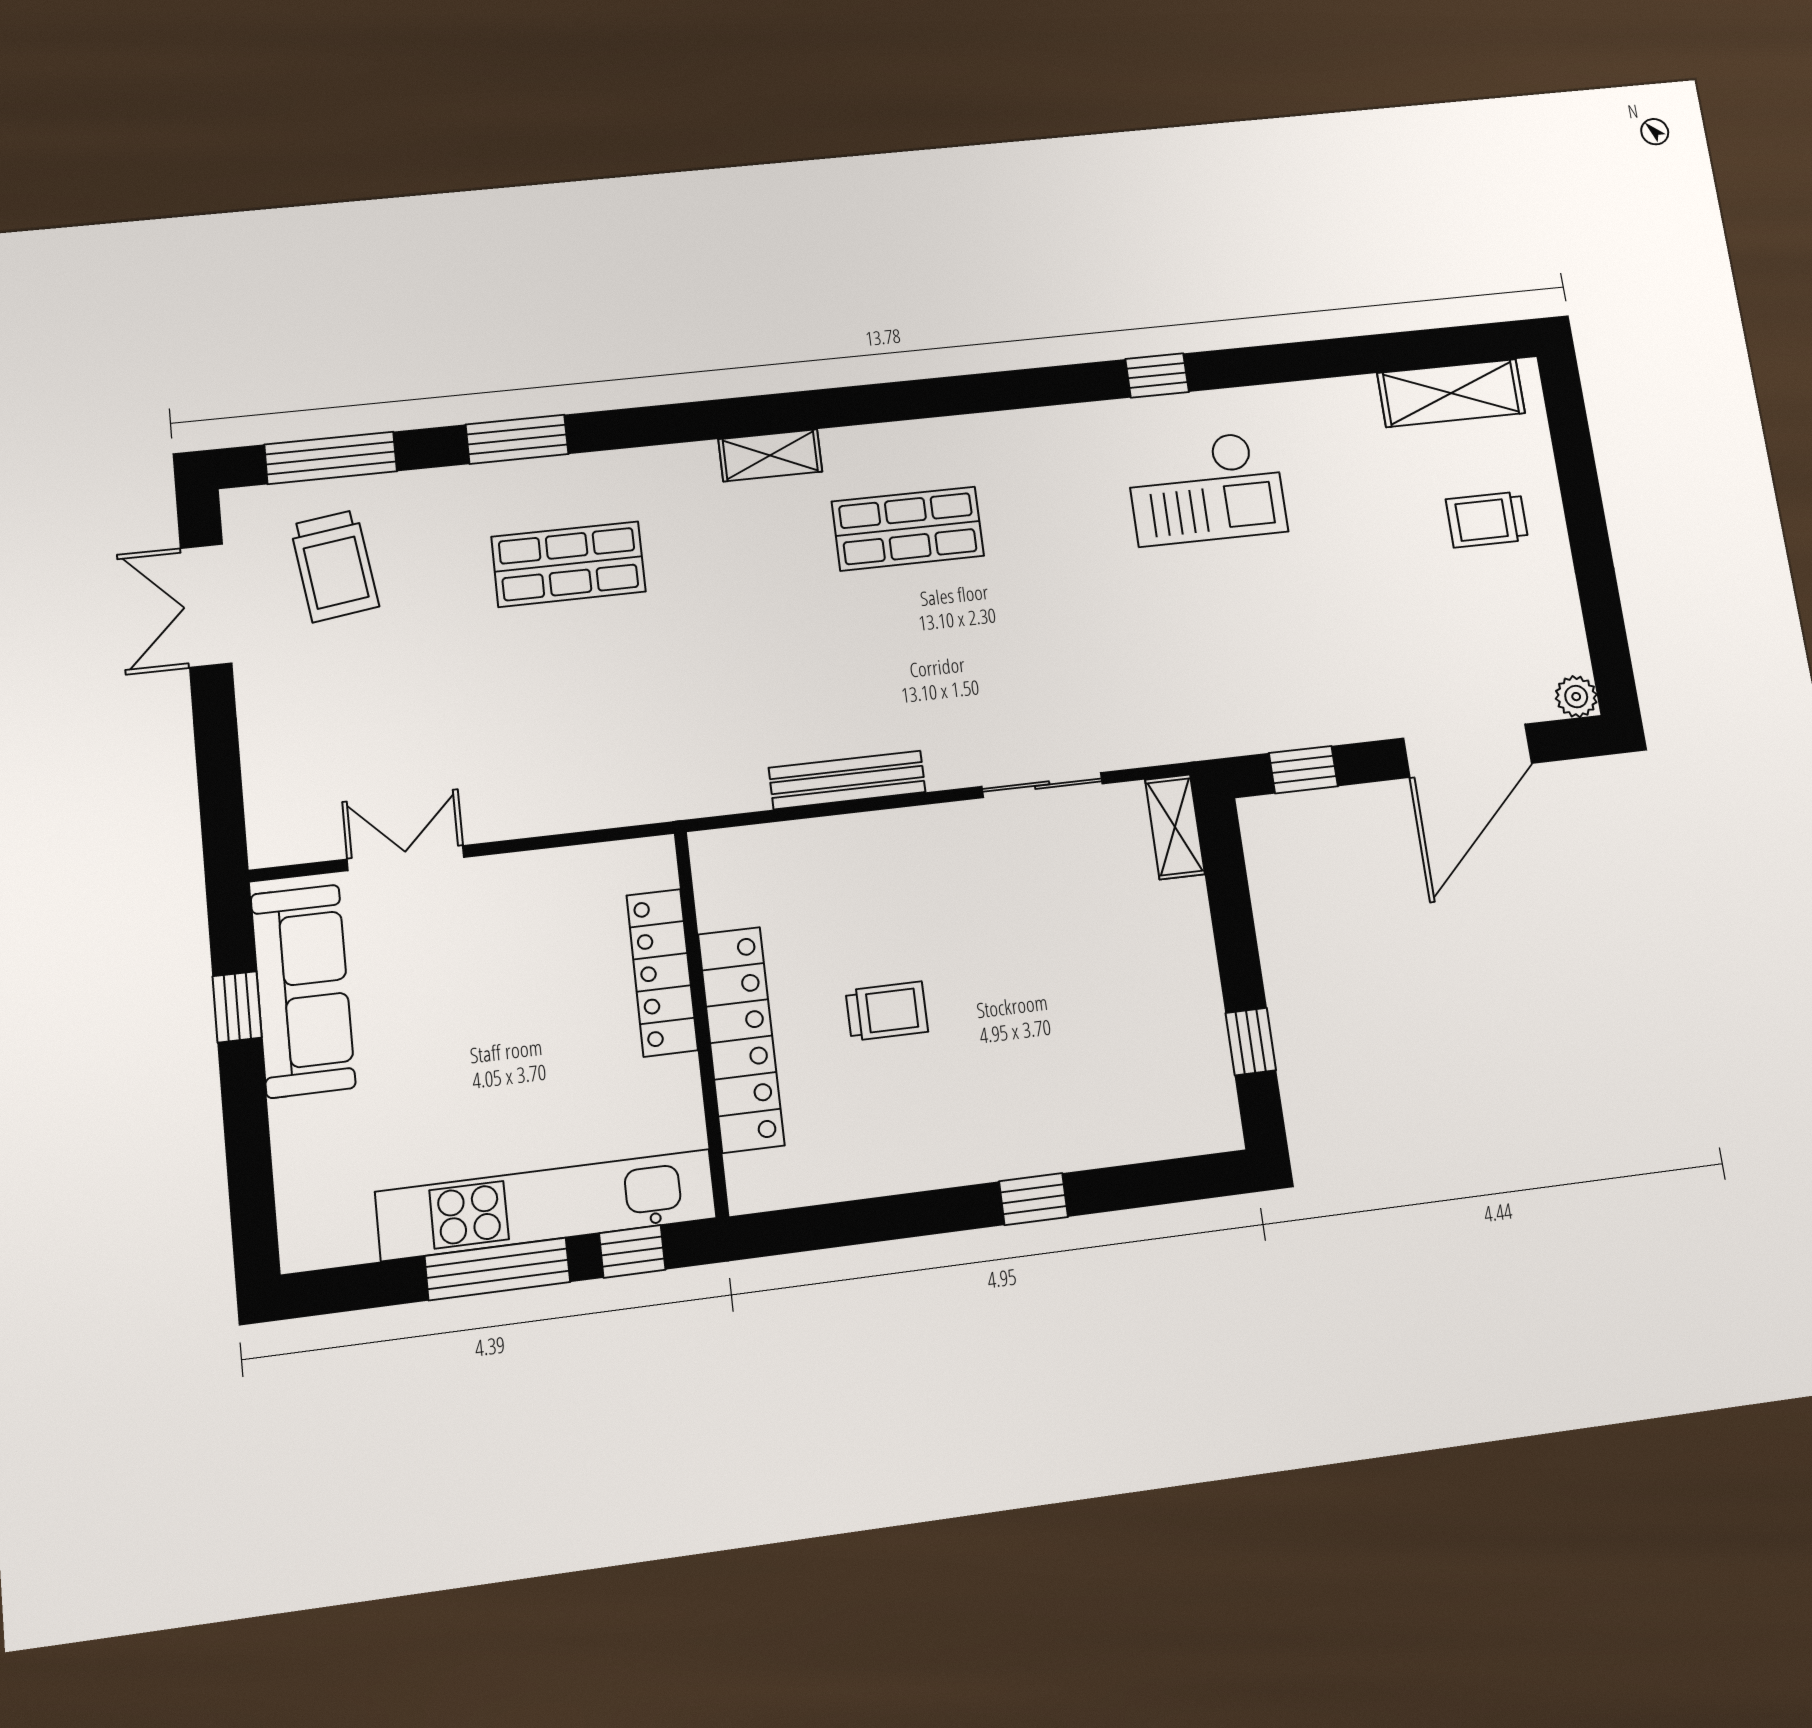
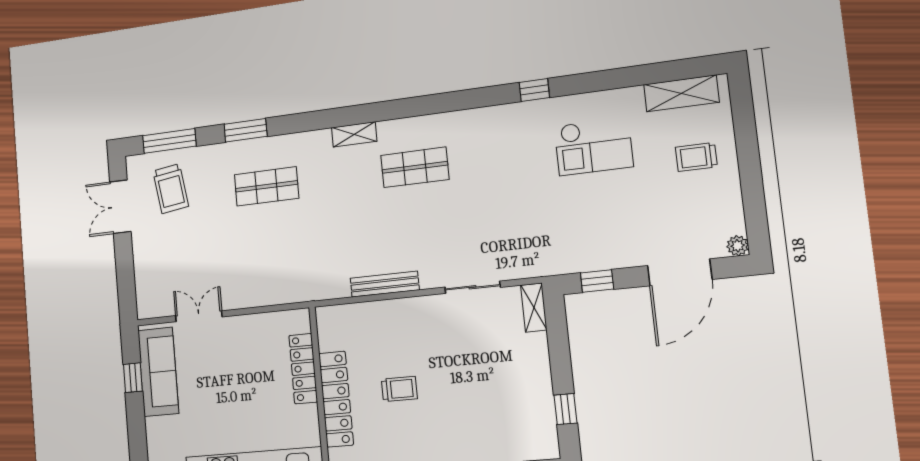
checkout: (1206, 488) -> (594, 146), moved

